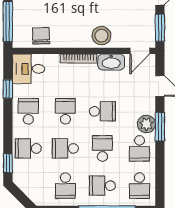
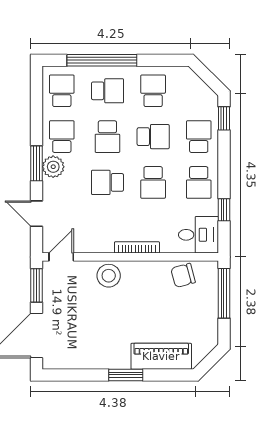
chair: (41, 36) -> (183, 275), turned 77
washbasin: (111, 62) -> (97, 243), removed
school desk: (28, 148) -> (199, 137), turned -90

